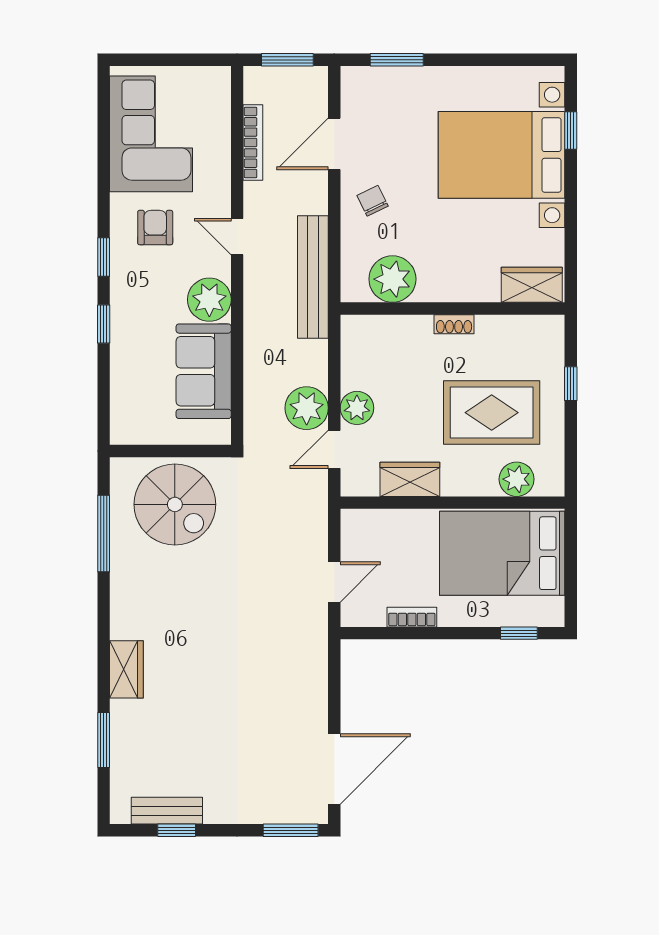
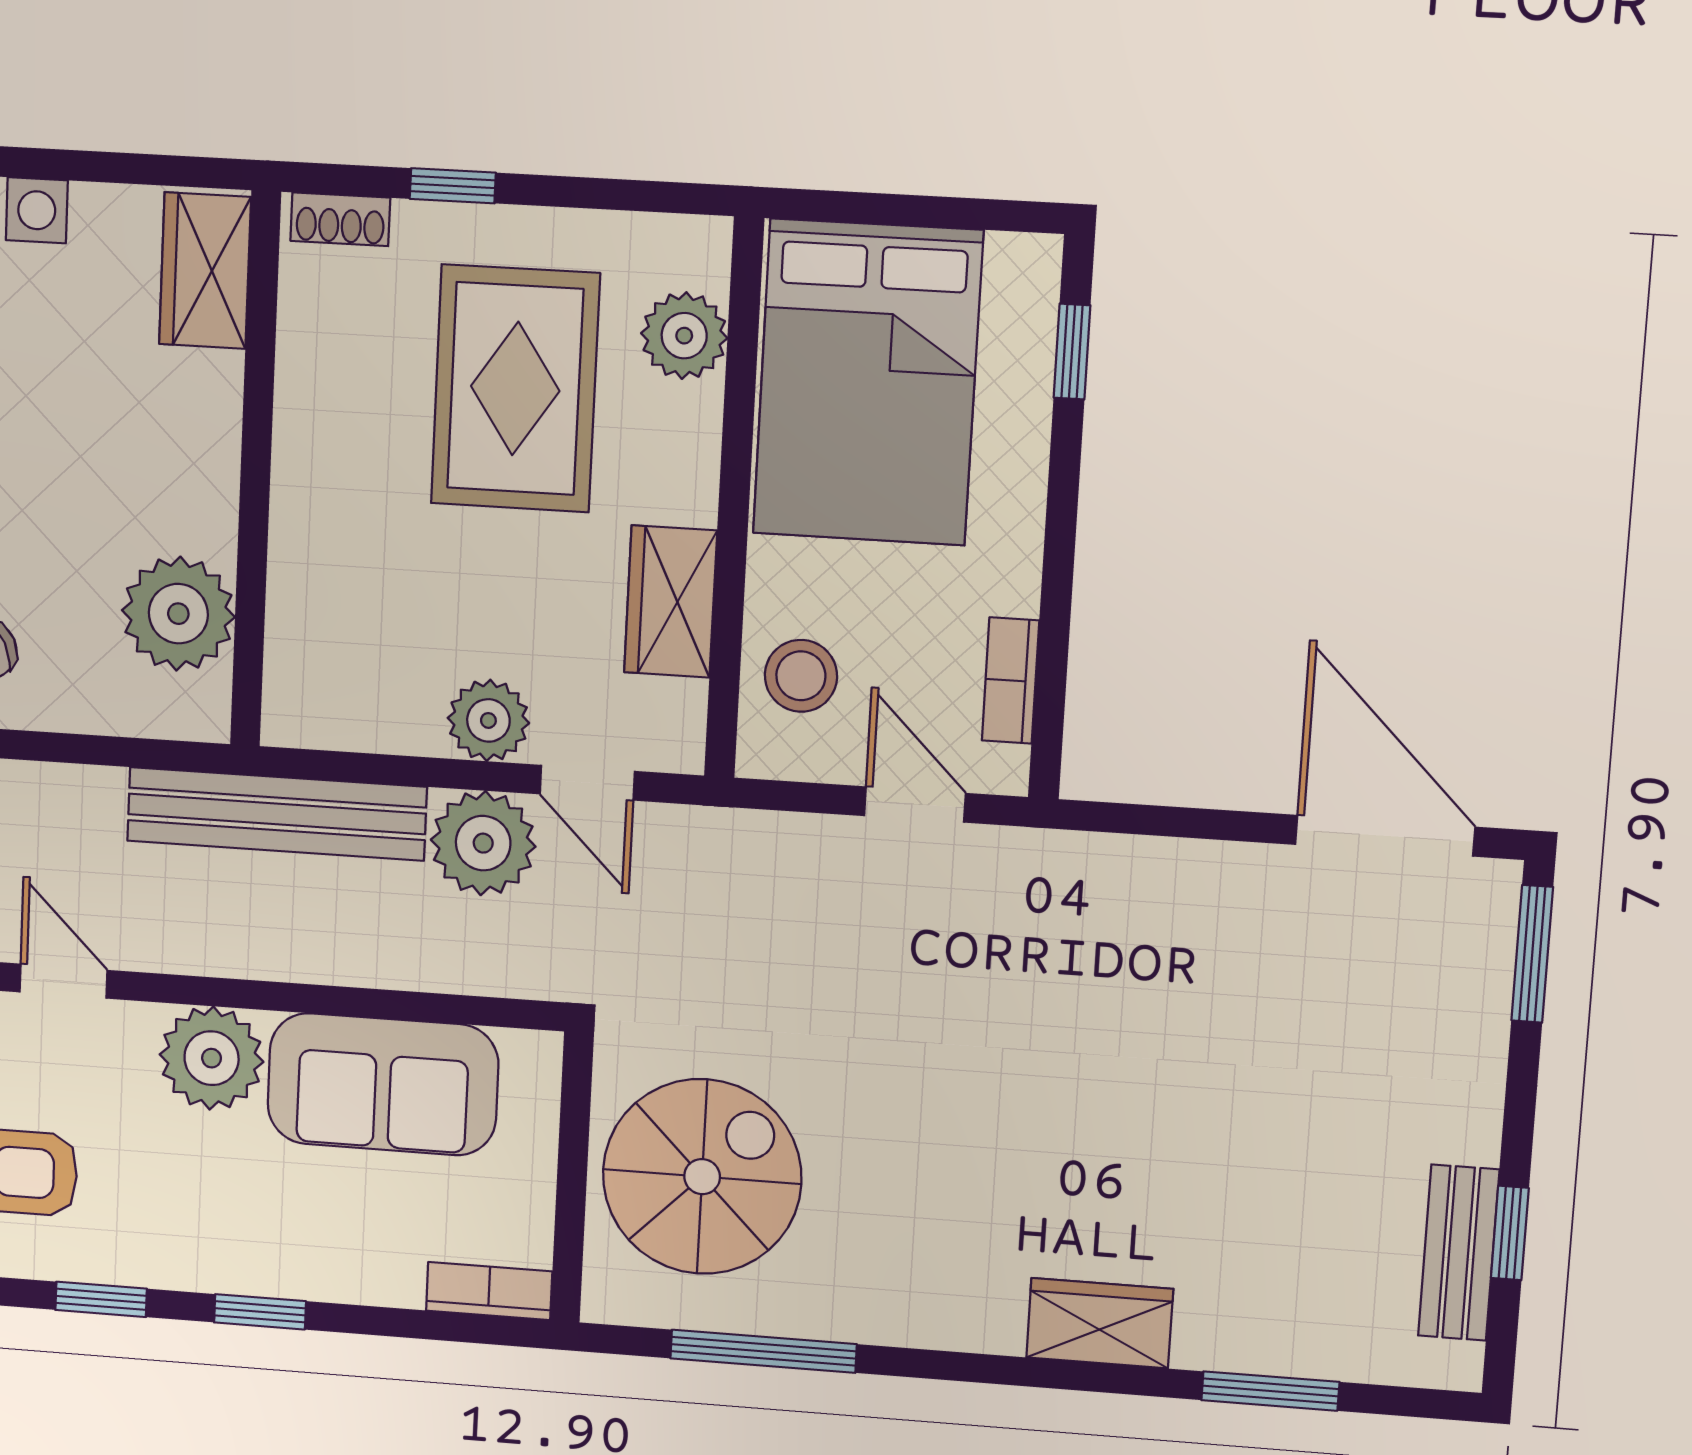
door: (237, 237) -> (63, 981), swing flipped
bench: (313, 277) -> (277, 814), moved
shoe rack: (454, 324) -> (340, 219), moved, turned 90
bookcase: (120, 419) -> (489, 1291), added
stool: (383, 533) -> (801, 676), added
bookcase: (412, 617) -> (1011, 680), moved

